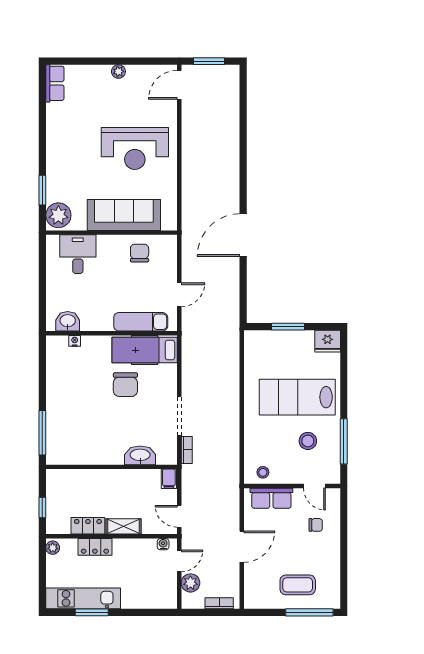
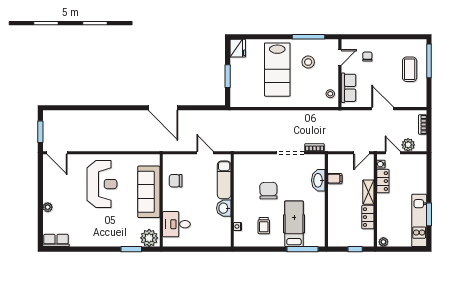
plant: (118, 71) -> (48, 207), moved
washbasin: (68, 321) -> (224, 208), moved
hospital bed: (145, 350) -> (294, 224), moved, turned 180
trolley: (76, 378) -> (264, 226), added
chair: (125, 385) -> (268, 191), turned -91
filing cabinet: (169, 479) -> (335, 179), moved
locker: (95, 547) -> (383, 181), moved

